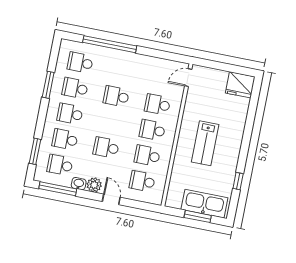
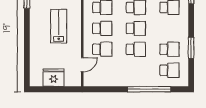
door: (188, 78) -> (82, 65), moved
fridge: (240, 85) -> (54, 78), moved
school desk: (70, 114) -> (136, 28), moved

